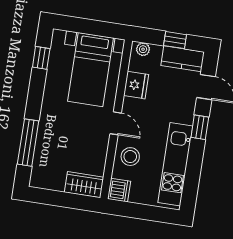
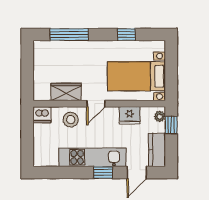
window: (175, 40) -> (171, 125), moved
window: (41, 58) -> (126, 35), moved
kitchen unit: (175, 164) -> (93, 157), moved
wardrobe: (84, 185) -> (66, 92), moved, turned -90

